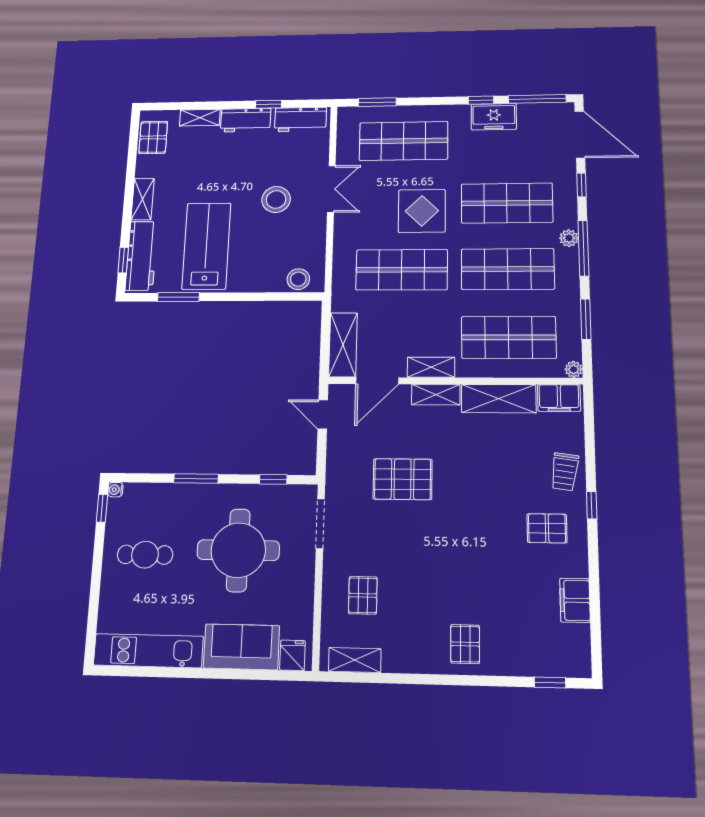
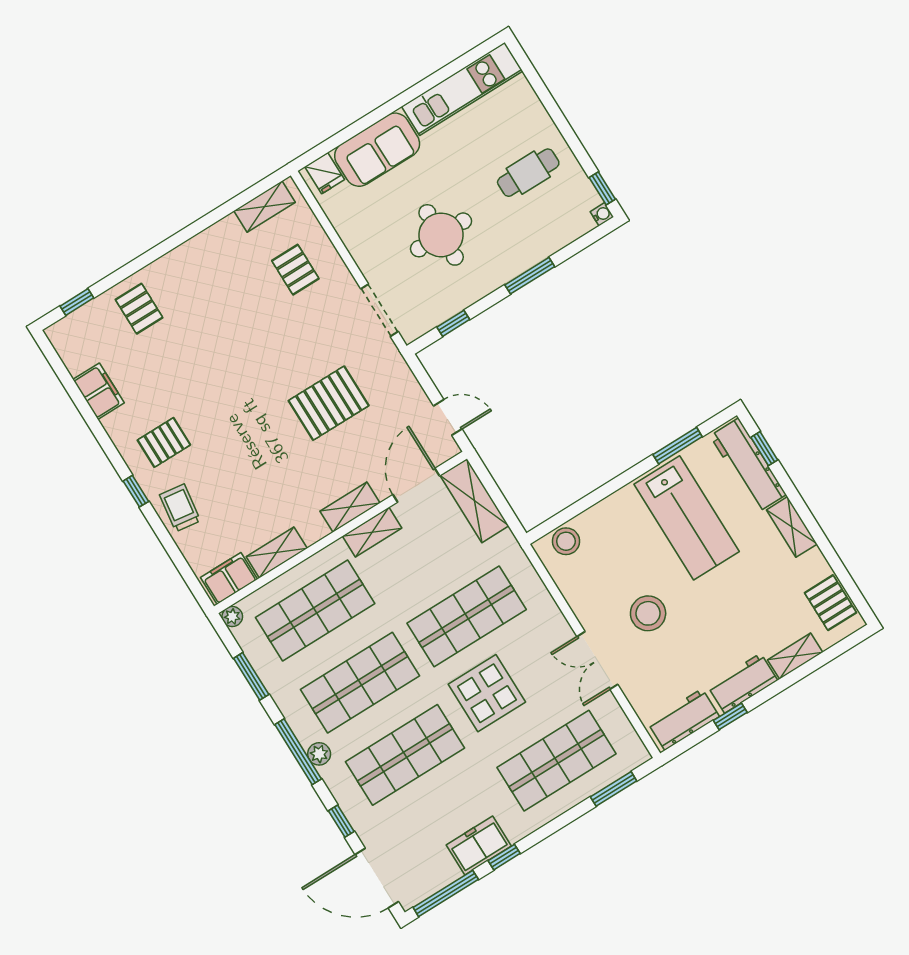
shelving: (499, 399) -> (277, 552), width x0.67, depth x0.75
round table: (238, 550) -> (441, 235), width x0.73, depth x0.73
pallet: (465, 644) -> (139, 309), moved

